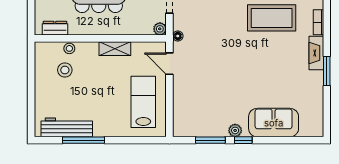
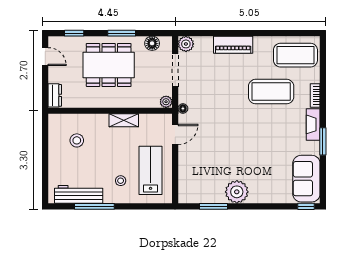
dresser: (55, 28) -> (55, 95), moved, turned 90
stool: (69, 48) -> (121, 181), moved
door: (169, 64) -> (175, 134), swing flipped
sofa: (274, 123) -> (306, 179), moved, turned -90
plant: (235, 130) -> (237, 192), width x1.87, depth x1.87
window: (243, 140) -> (306, 206), moved

